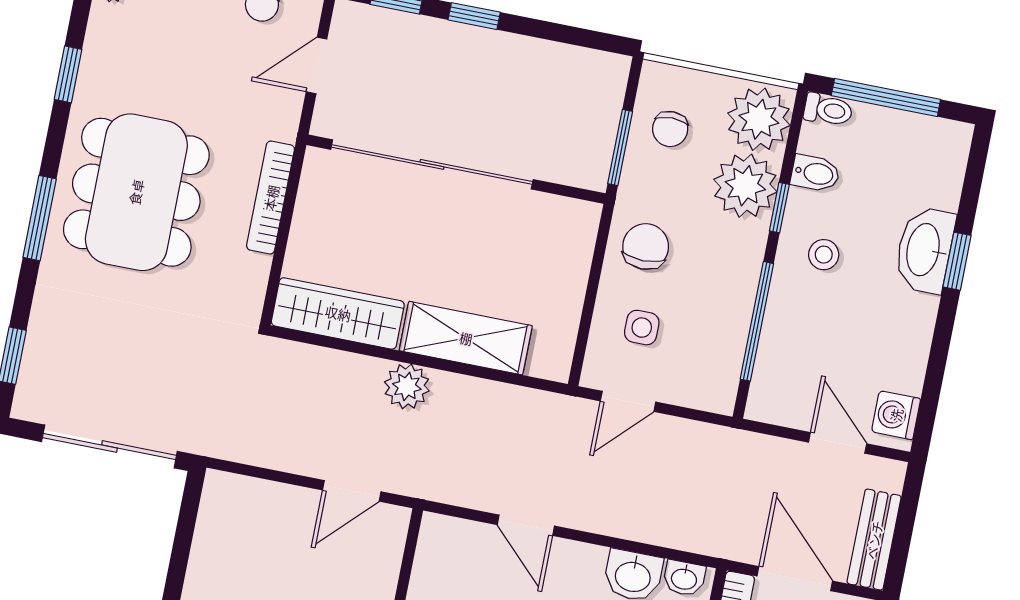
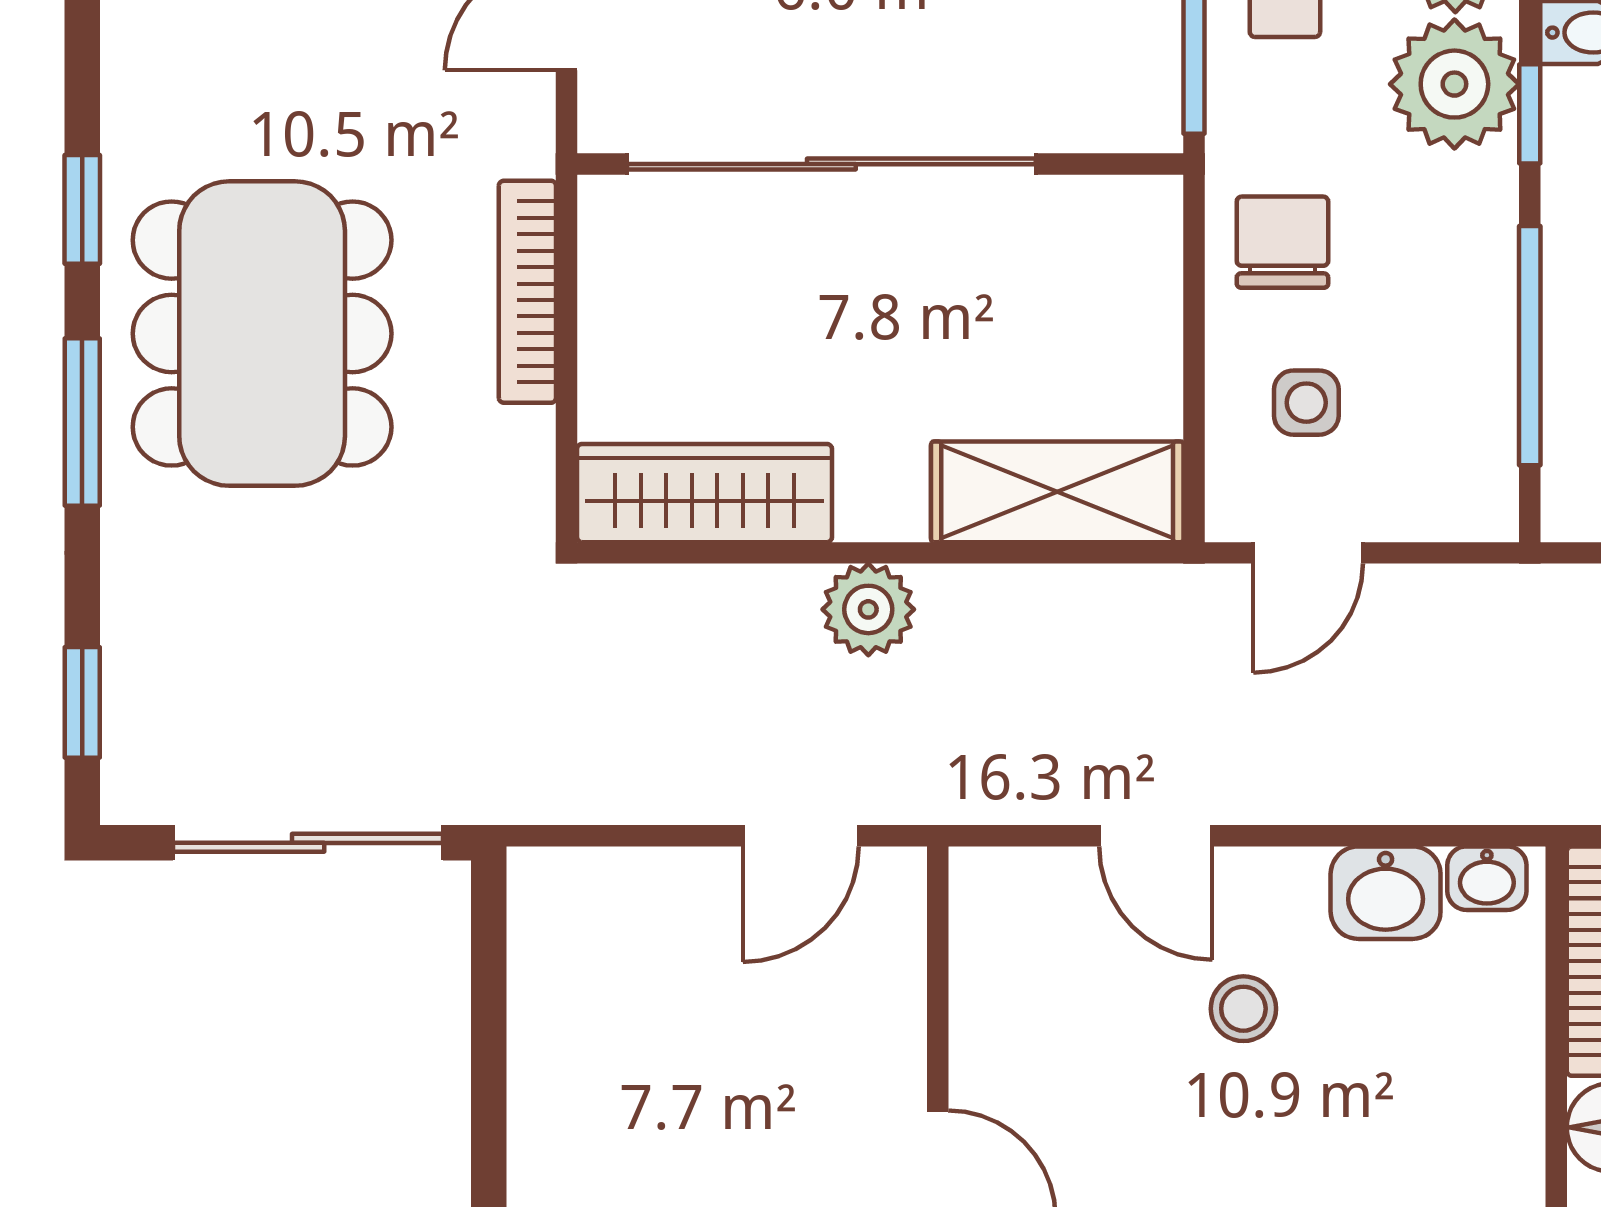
window: (68, 74) -> (82, 209), moved
shelving: (466, 338) -> (1057, 492), moved

